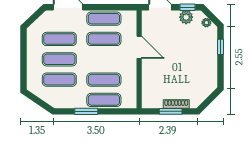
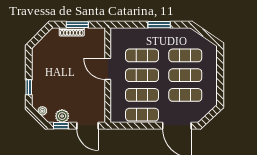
door: (139, 47) -> (108, 69), moved
exercise mat: (104, 100) -> (142, 75), moved

